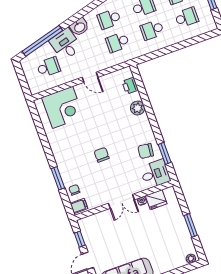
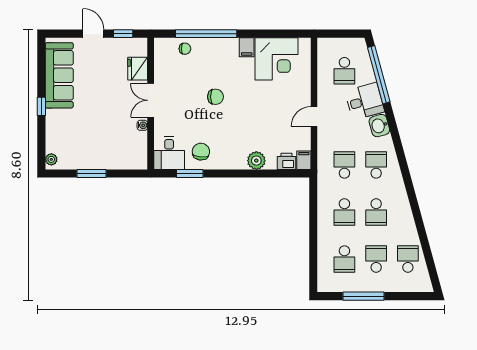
school desk: (152, 30) -> (344, 212), turned 180
filing cabinet: (125, 73) -> (304, 160), added
corner desk: (63, 107) -> (276, 59), moved, turned -90
window: (58, 178) -> (206, 34), width x2.11
fridge: (156, 200) -> (138, 69), moved
filing cabinet: (79, 206) -> (247, 47), moved

